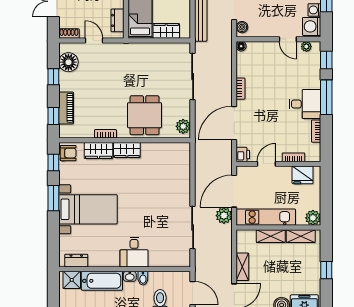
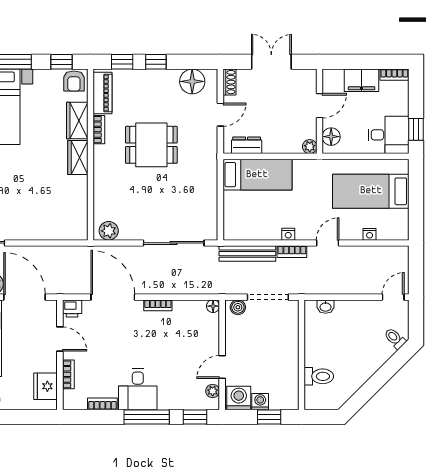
wardrobe: (166, 31) -> (233, 209), removed
window: (53, 77) -> (156, 62), moved
piano: (66, 108) -> (103, 93), moved, turned -90
dining table: (145, 115) -> (151, 145), moved

